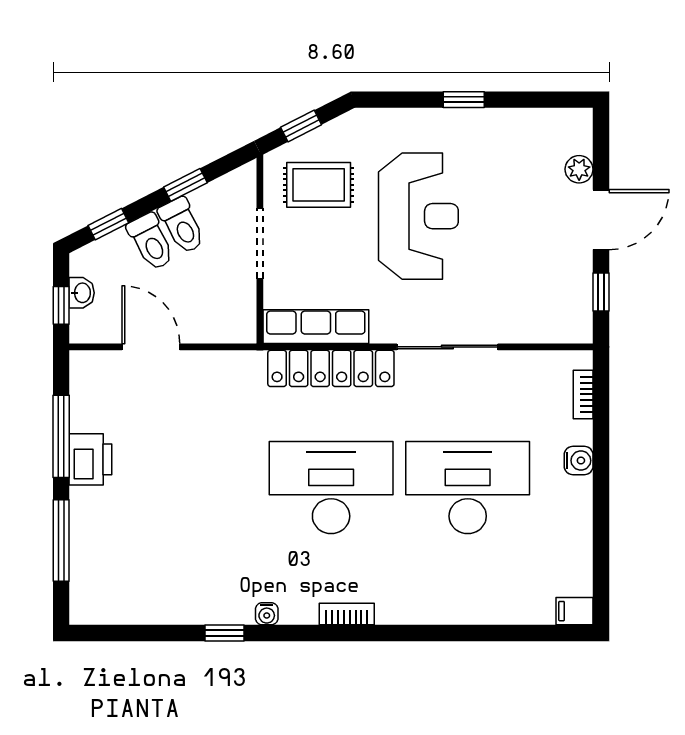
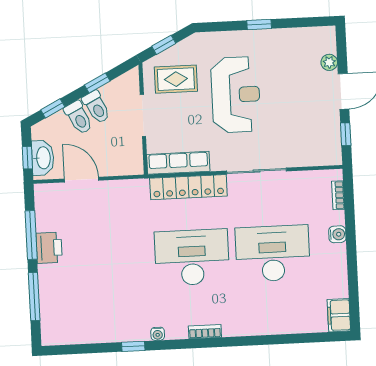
washbasin: (82, 293) -> (43, 158), width x1.91, depth x1.45
filing cabinet: (574, 611) -> (339, 315), width x2.00

